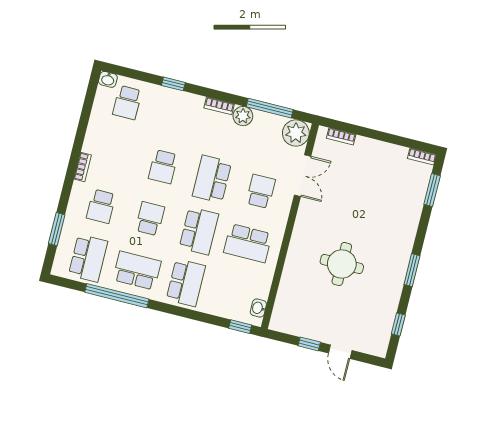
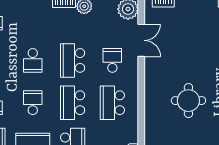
school desk: (199, 231) -> (73, 103), turned 180
school desk: (248, 243) -> (112, 103), turned 90

